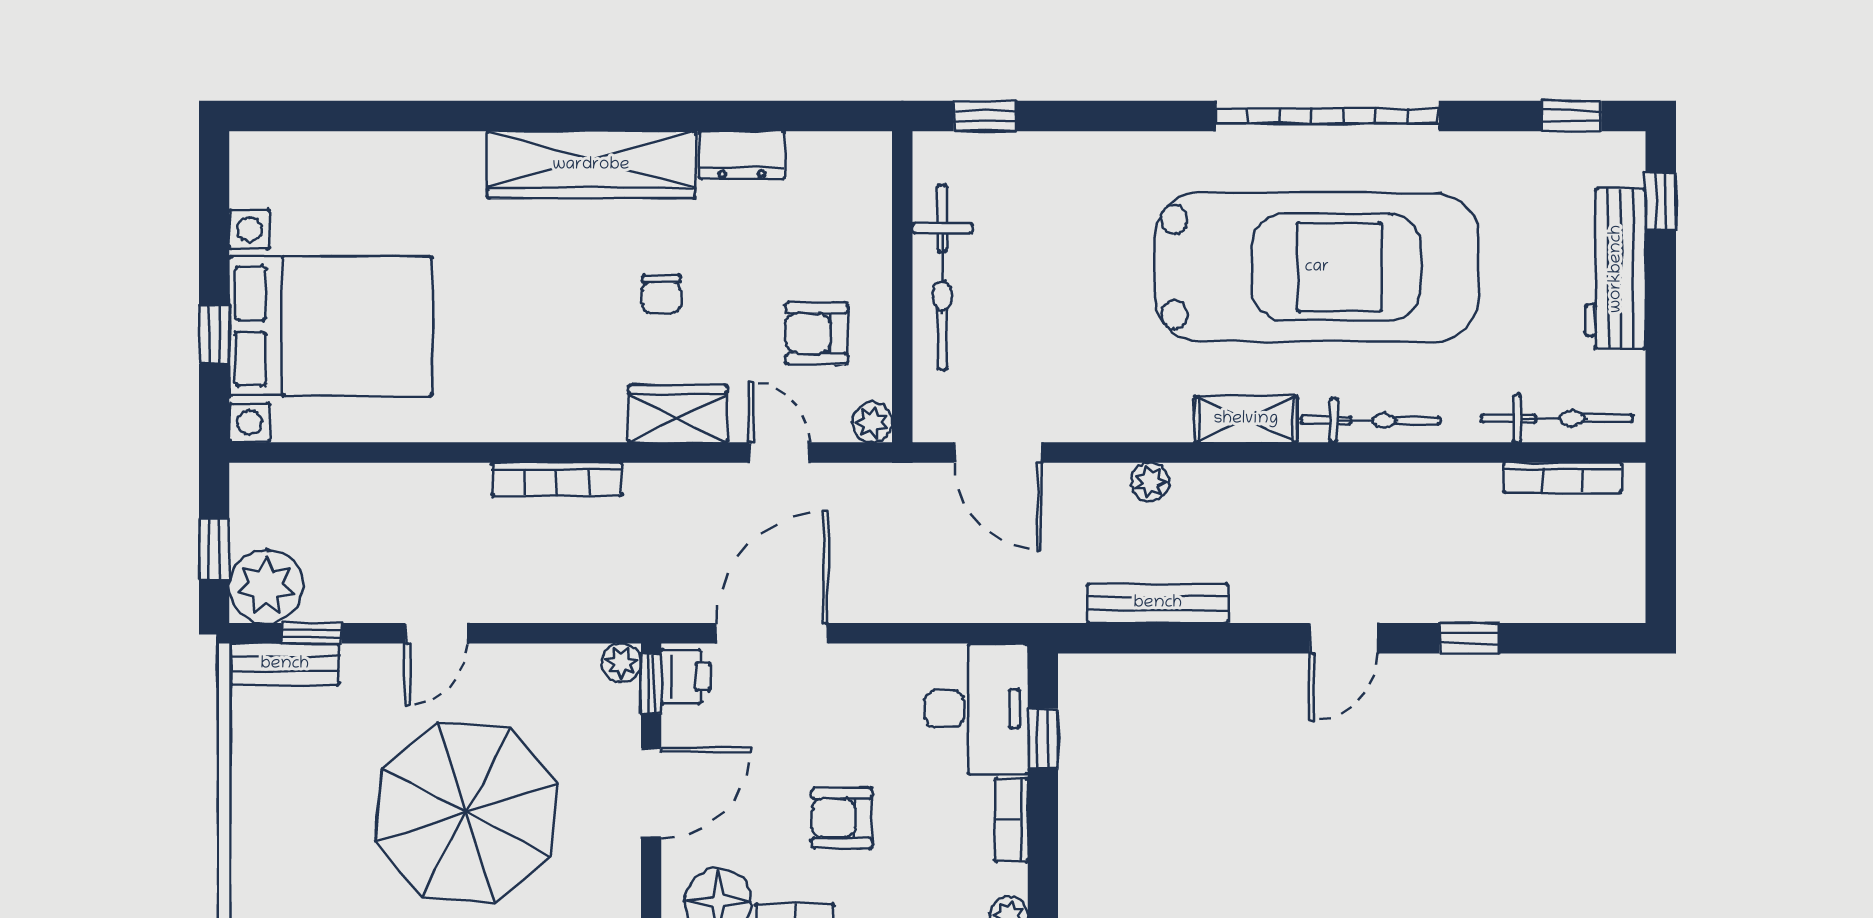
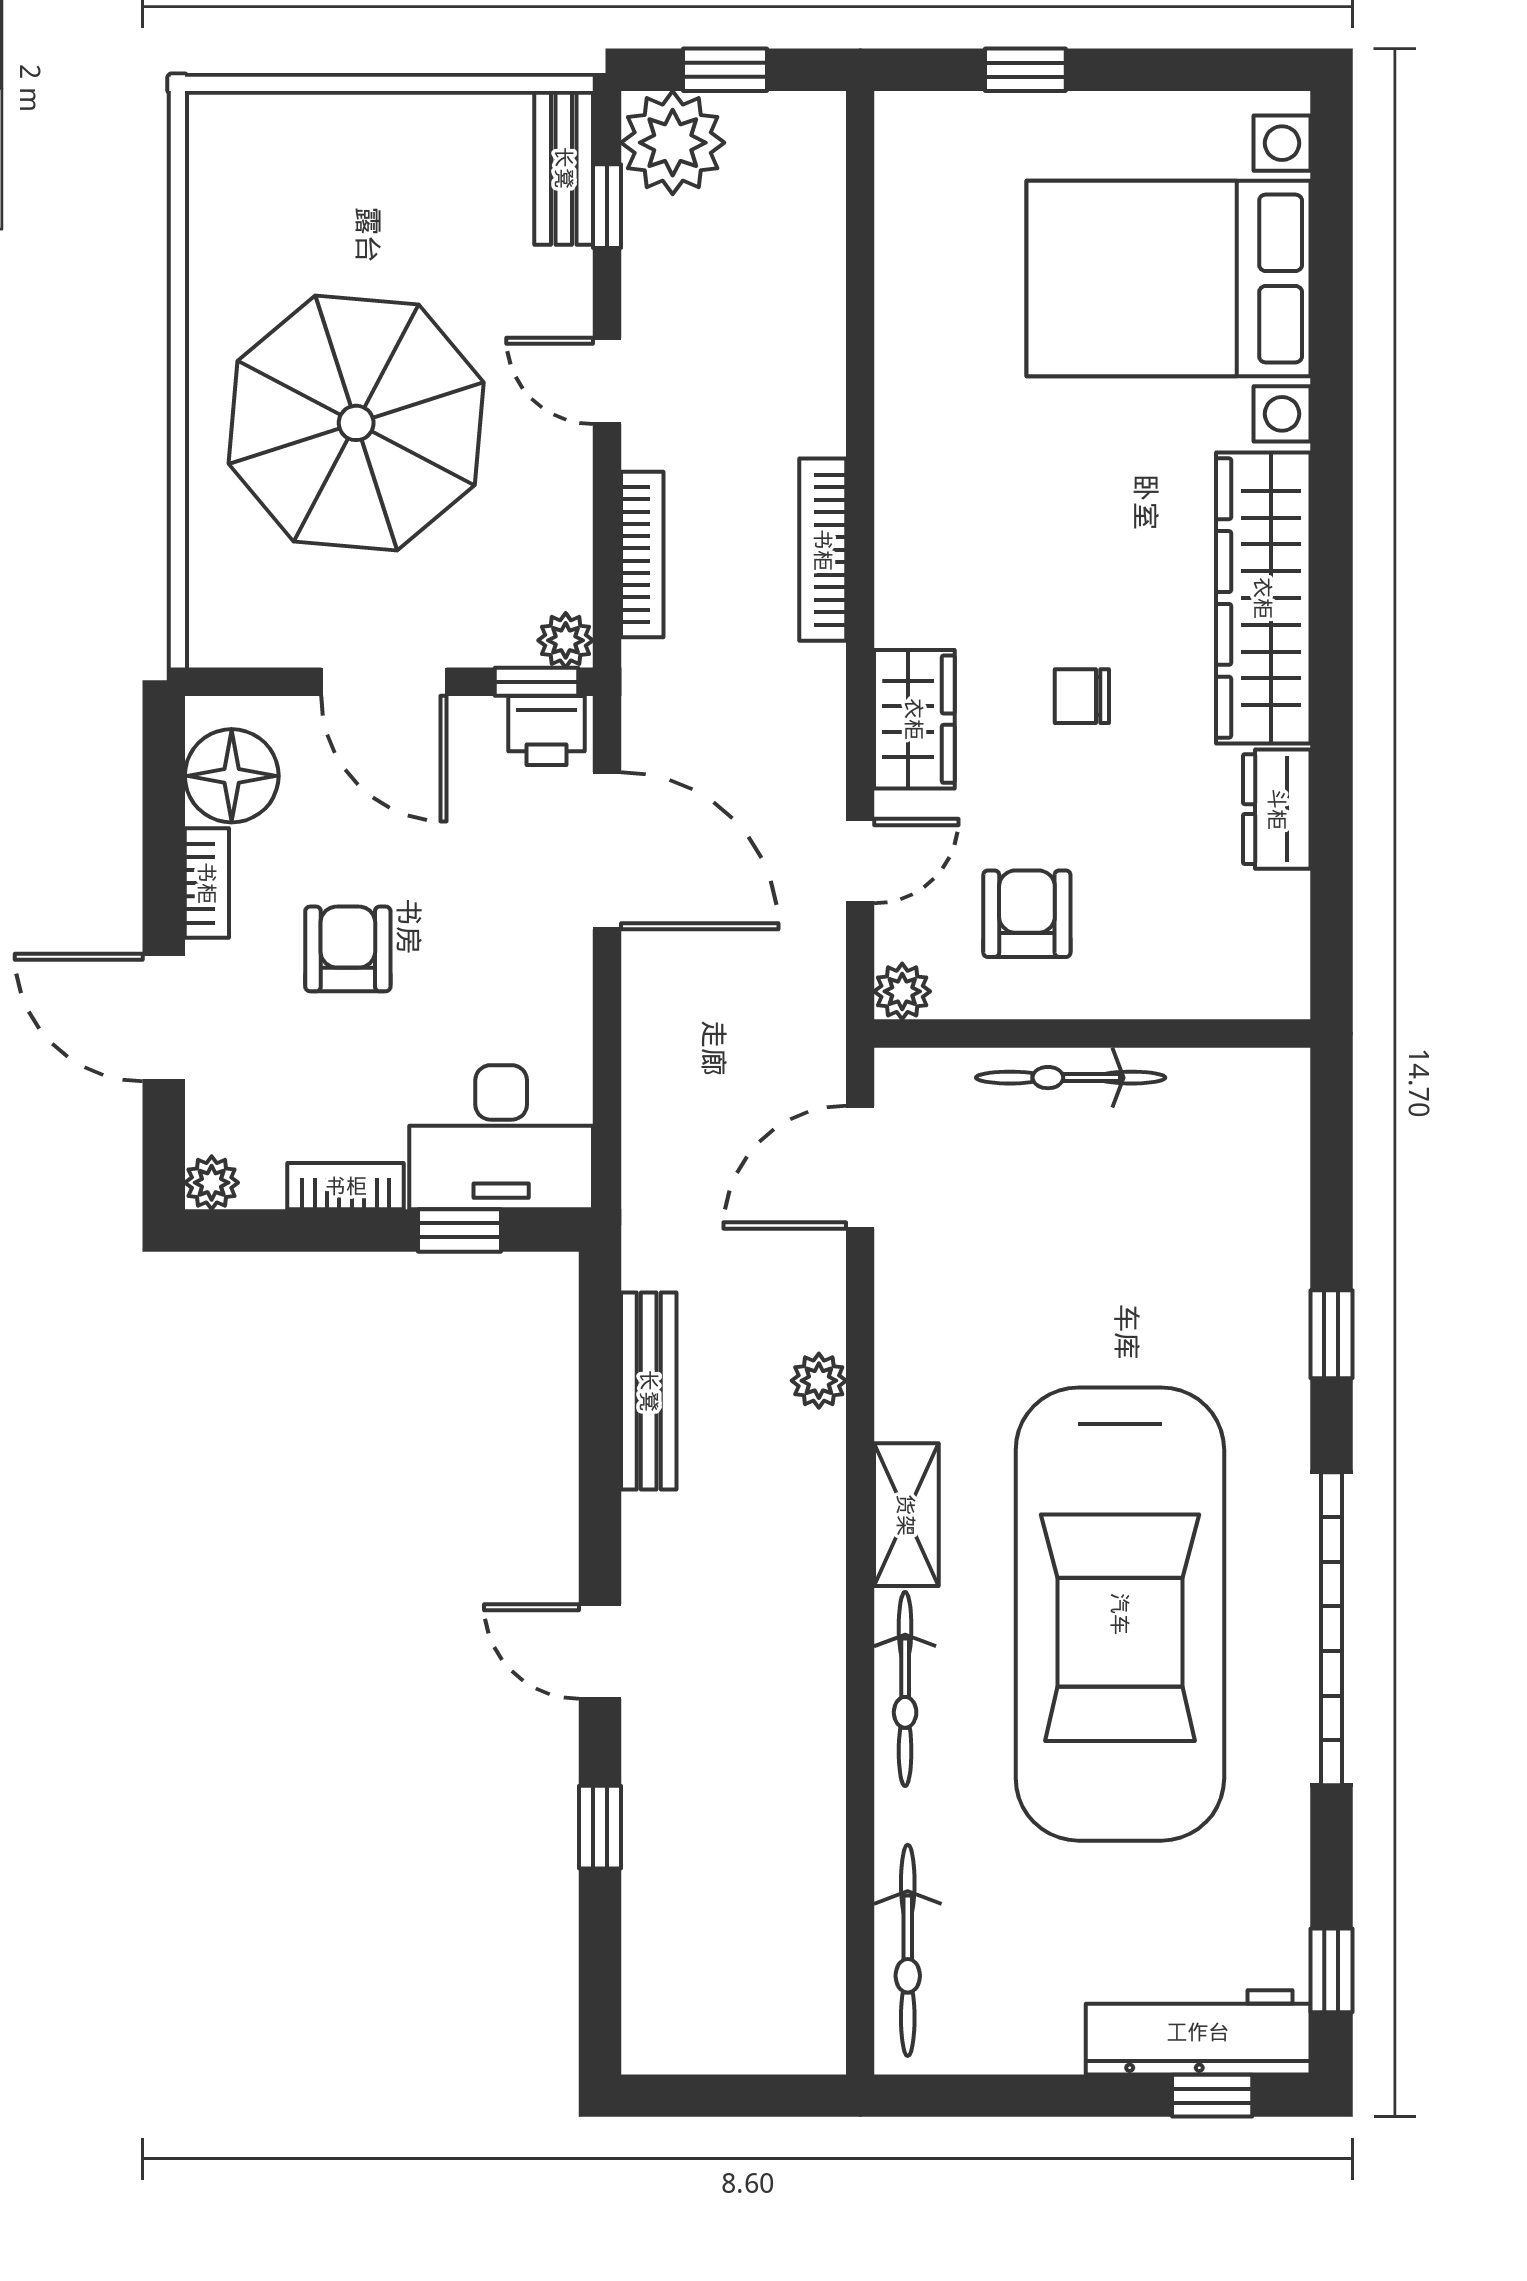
window: (985, 116) -> (1331, 1334), moved
workbench: (1616, 269) -> (1198, 2032), moved
bicycle: (942, 277) -> (1071, 1078), width x0.73, depth x0.71
bed with nightstands: (330, 326) -> (1169, 279), moved, turned 90
bookcase: (1562, 478) -> (642, 555), moved, turned 180

